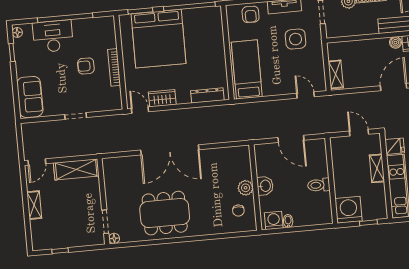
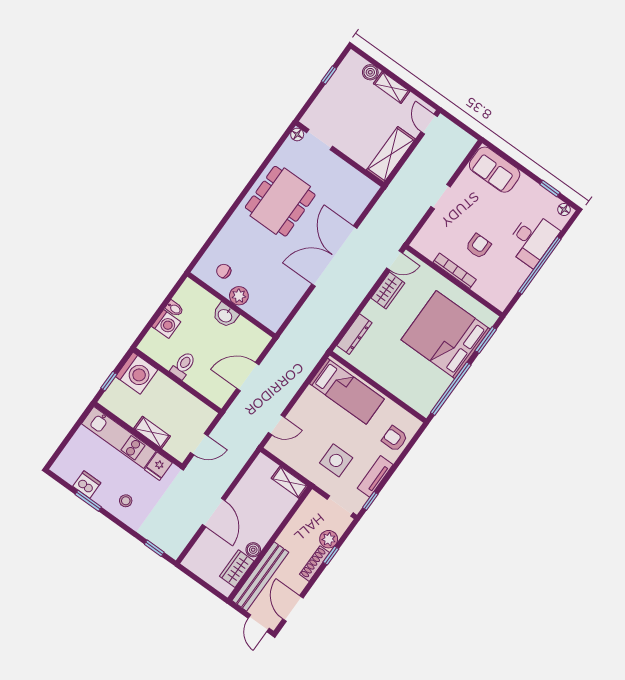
shelving: (336, 74) -> (290, 482), moved
washing machine: (274, 220) -> (166, 324), moved
boiler: (36, 226) -> (370, 72), added

